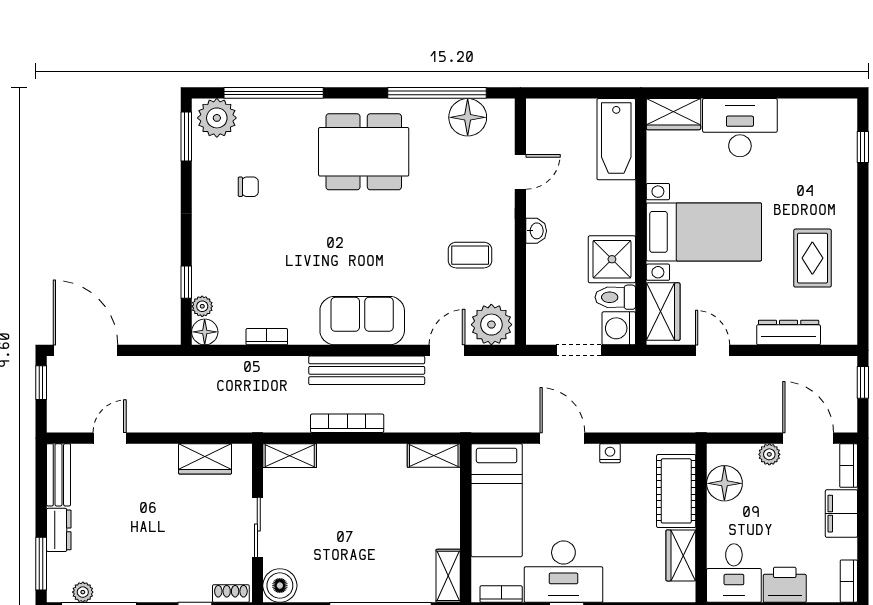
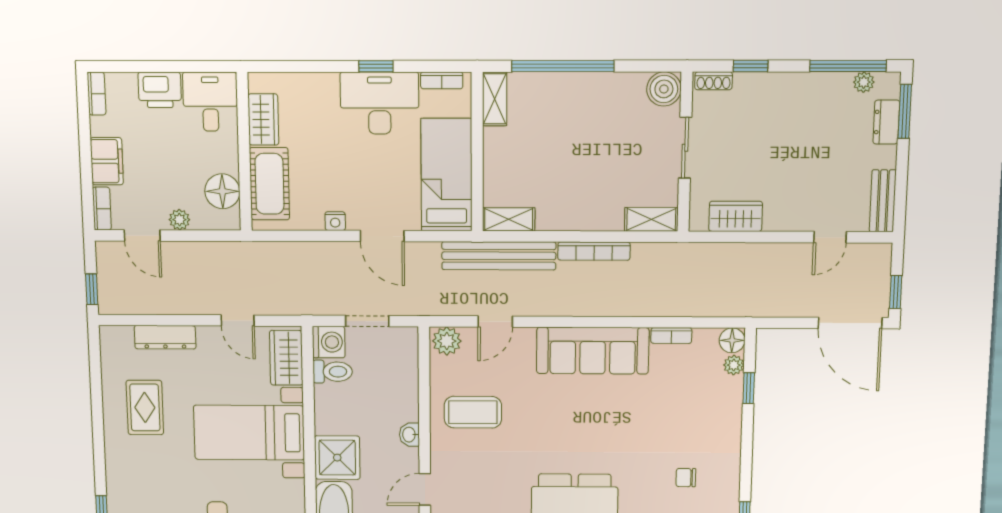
coffee table: (470, 255) -> (473, 412), width x1.36, depth x1.30
shower: (612, 259) -> (337, 458), moved
sofa: (362, 321) -> (593, 351), width x1.36
plant: (491, 325) -> (447, 341), width x0.73, depth x0.73
bench: (367, 370) -> (499, 256), moved
door: (808, 438) -> (142, 235), width x0.73
dresser: (59, 530) -> (886, 122), moved

